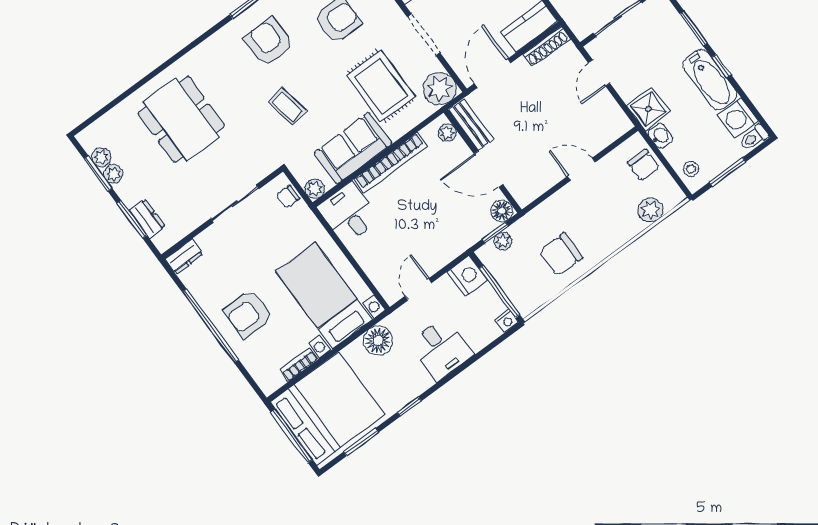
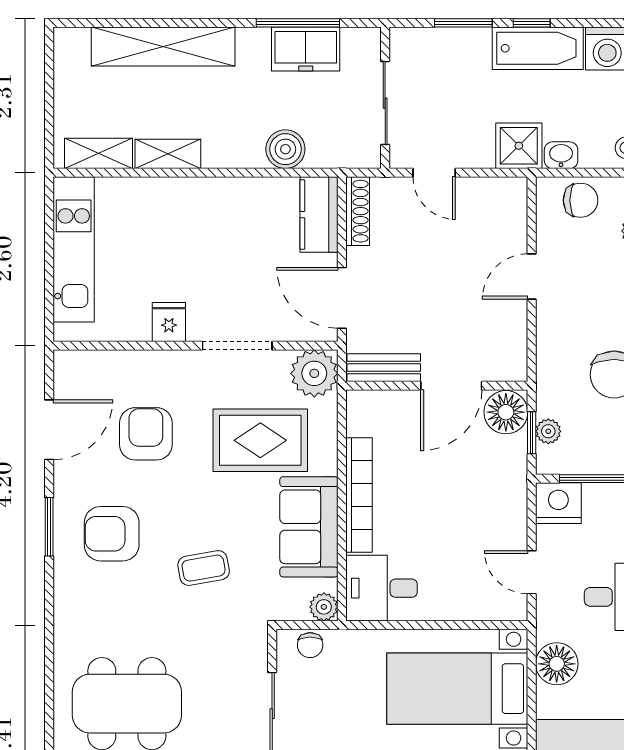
plant: (447, 133) -> (373, 403), removed
floor lamp: (502, 211) -> (506, 412), width x1.38, depth x1.38

